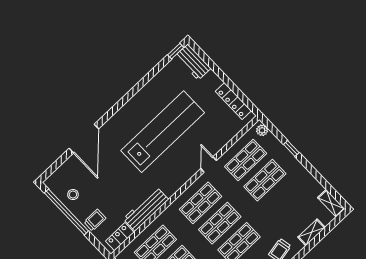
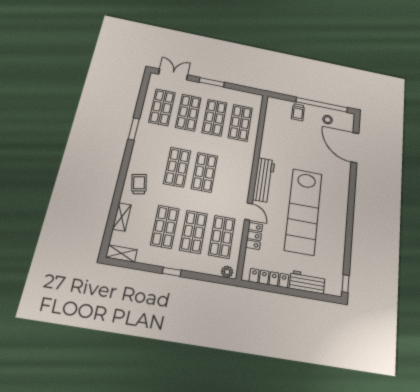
workbench: (193, 62) -> (307, 282), moved
door: (84, 139) -> (355, 148), moved
window: (291, 149) -> (172, 272), moved
shop shelf: (200, 203) -> (165, 227), moved
workbench: (146, 209) -> (264, 180), moved
locker: (120, 237) -> (254, 236), moved

